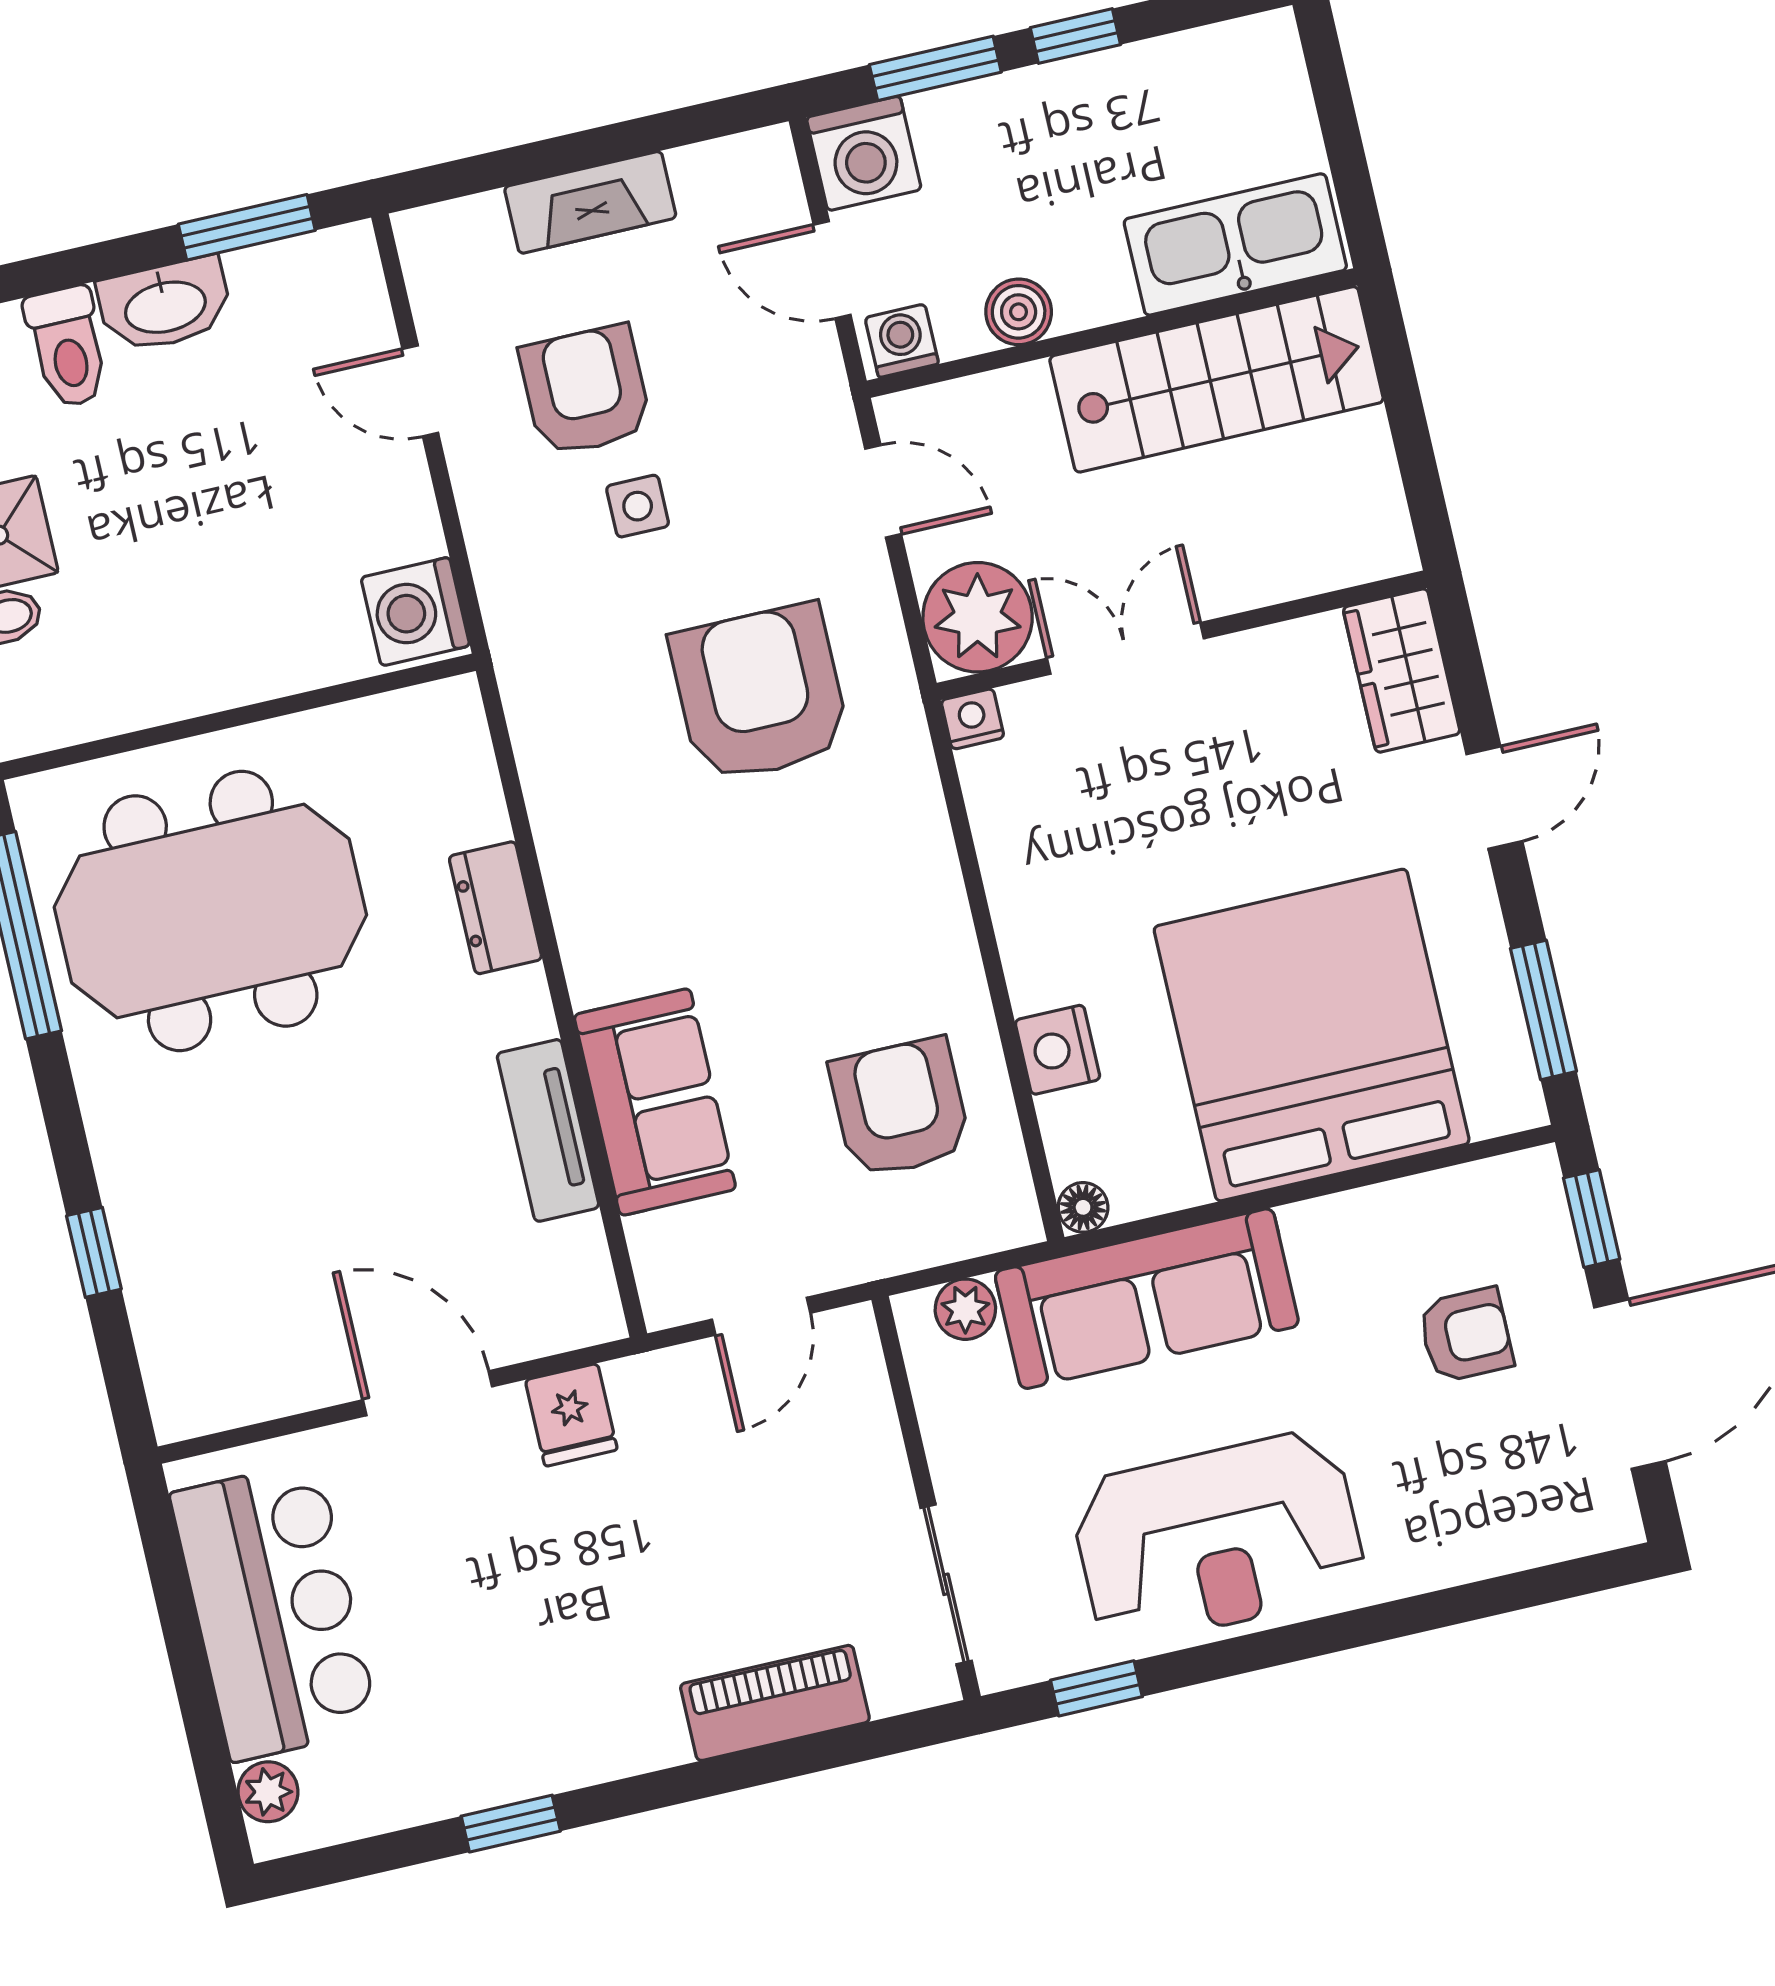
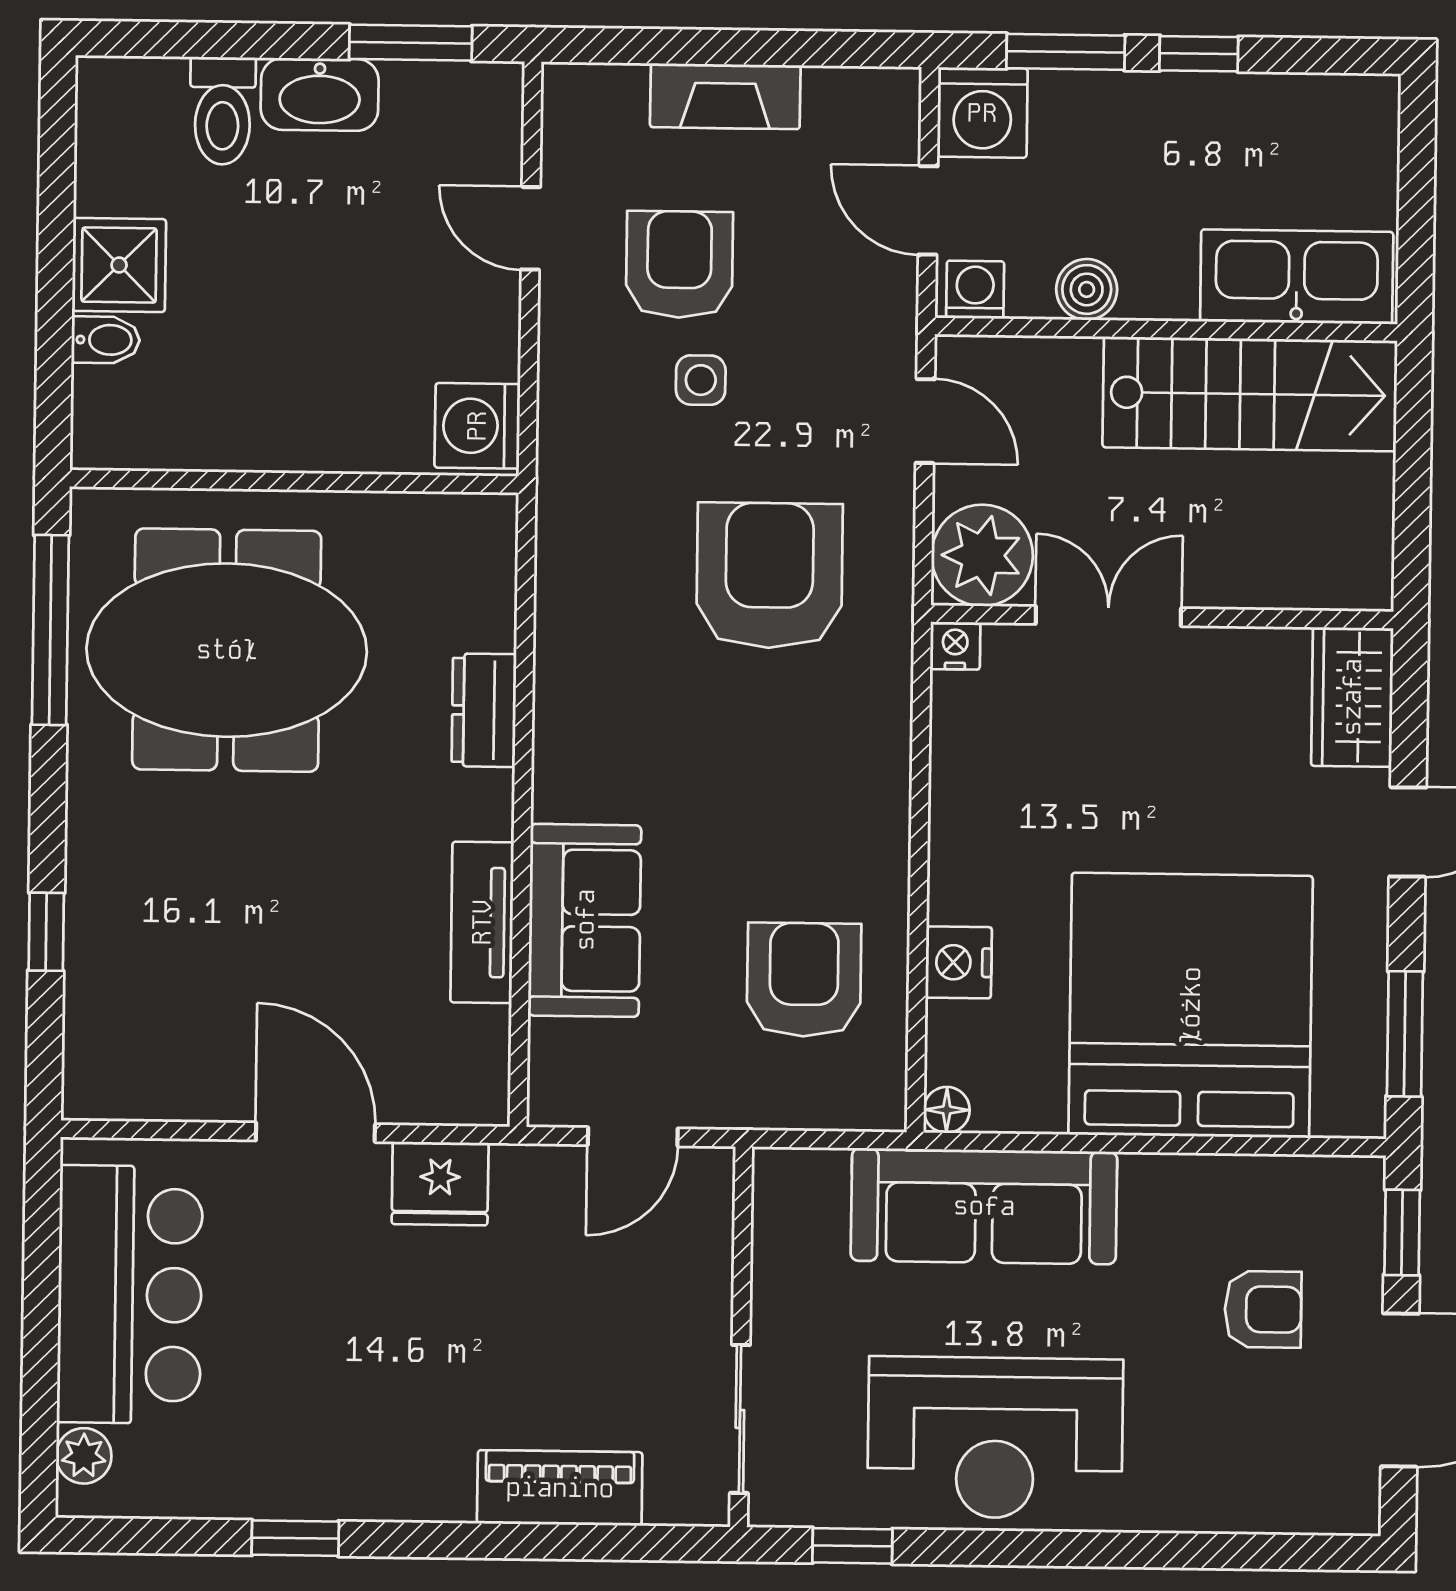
plant: (965, 1309) -> (818, 1176), removed
fridge: (571, 1415) -> (440, 1184), width x1.38

